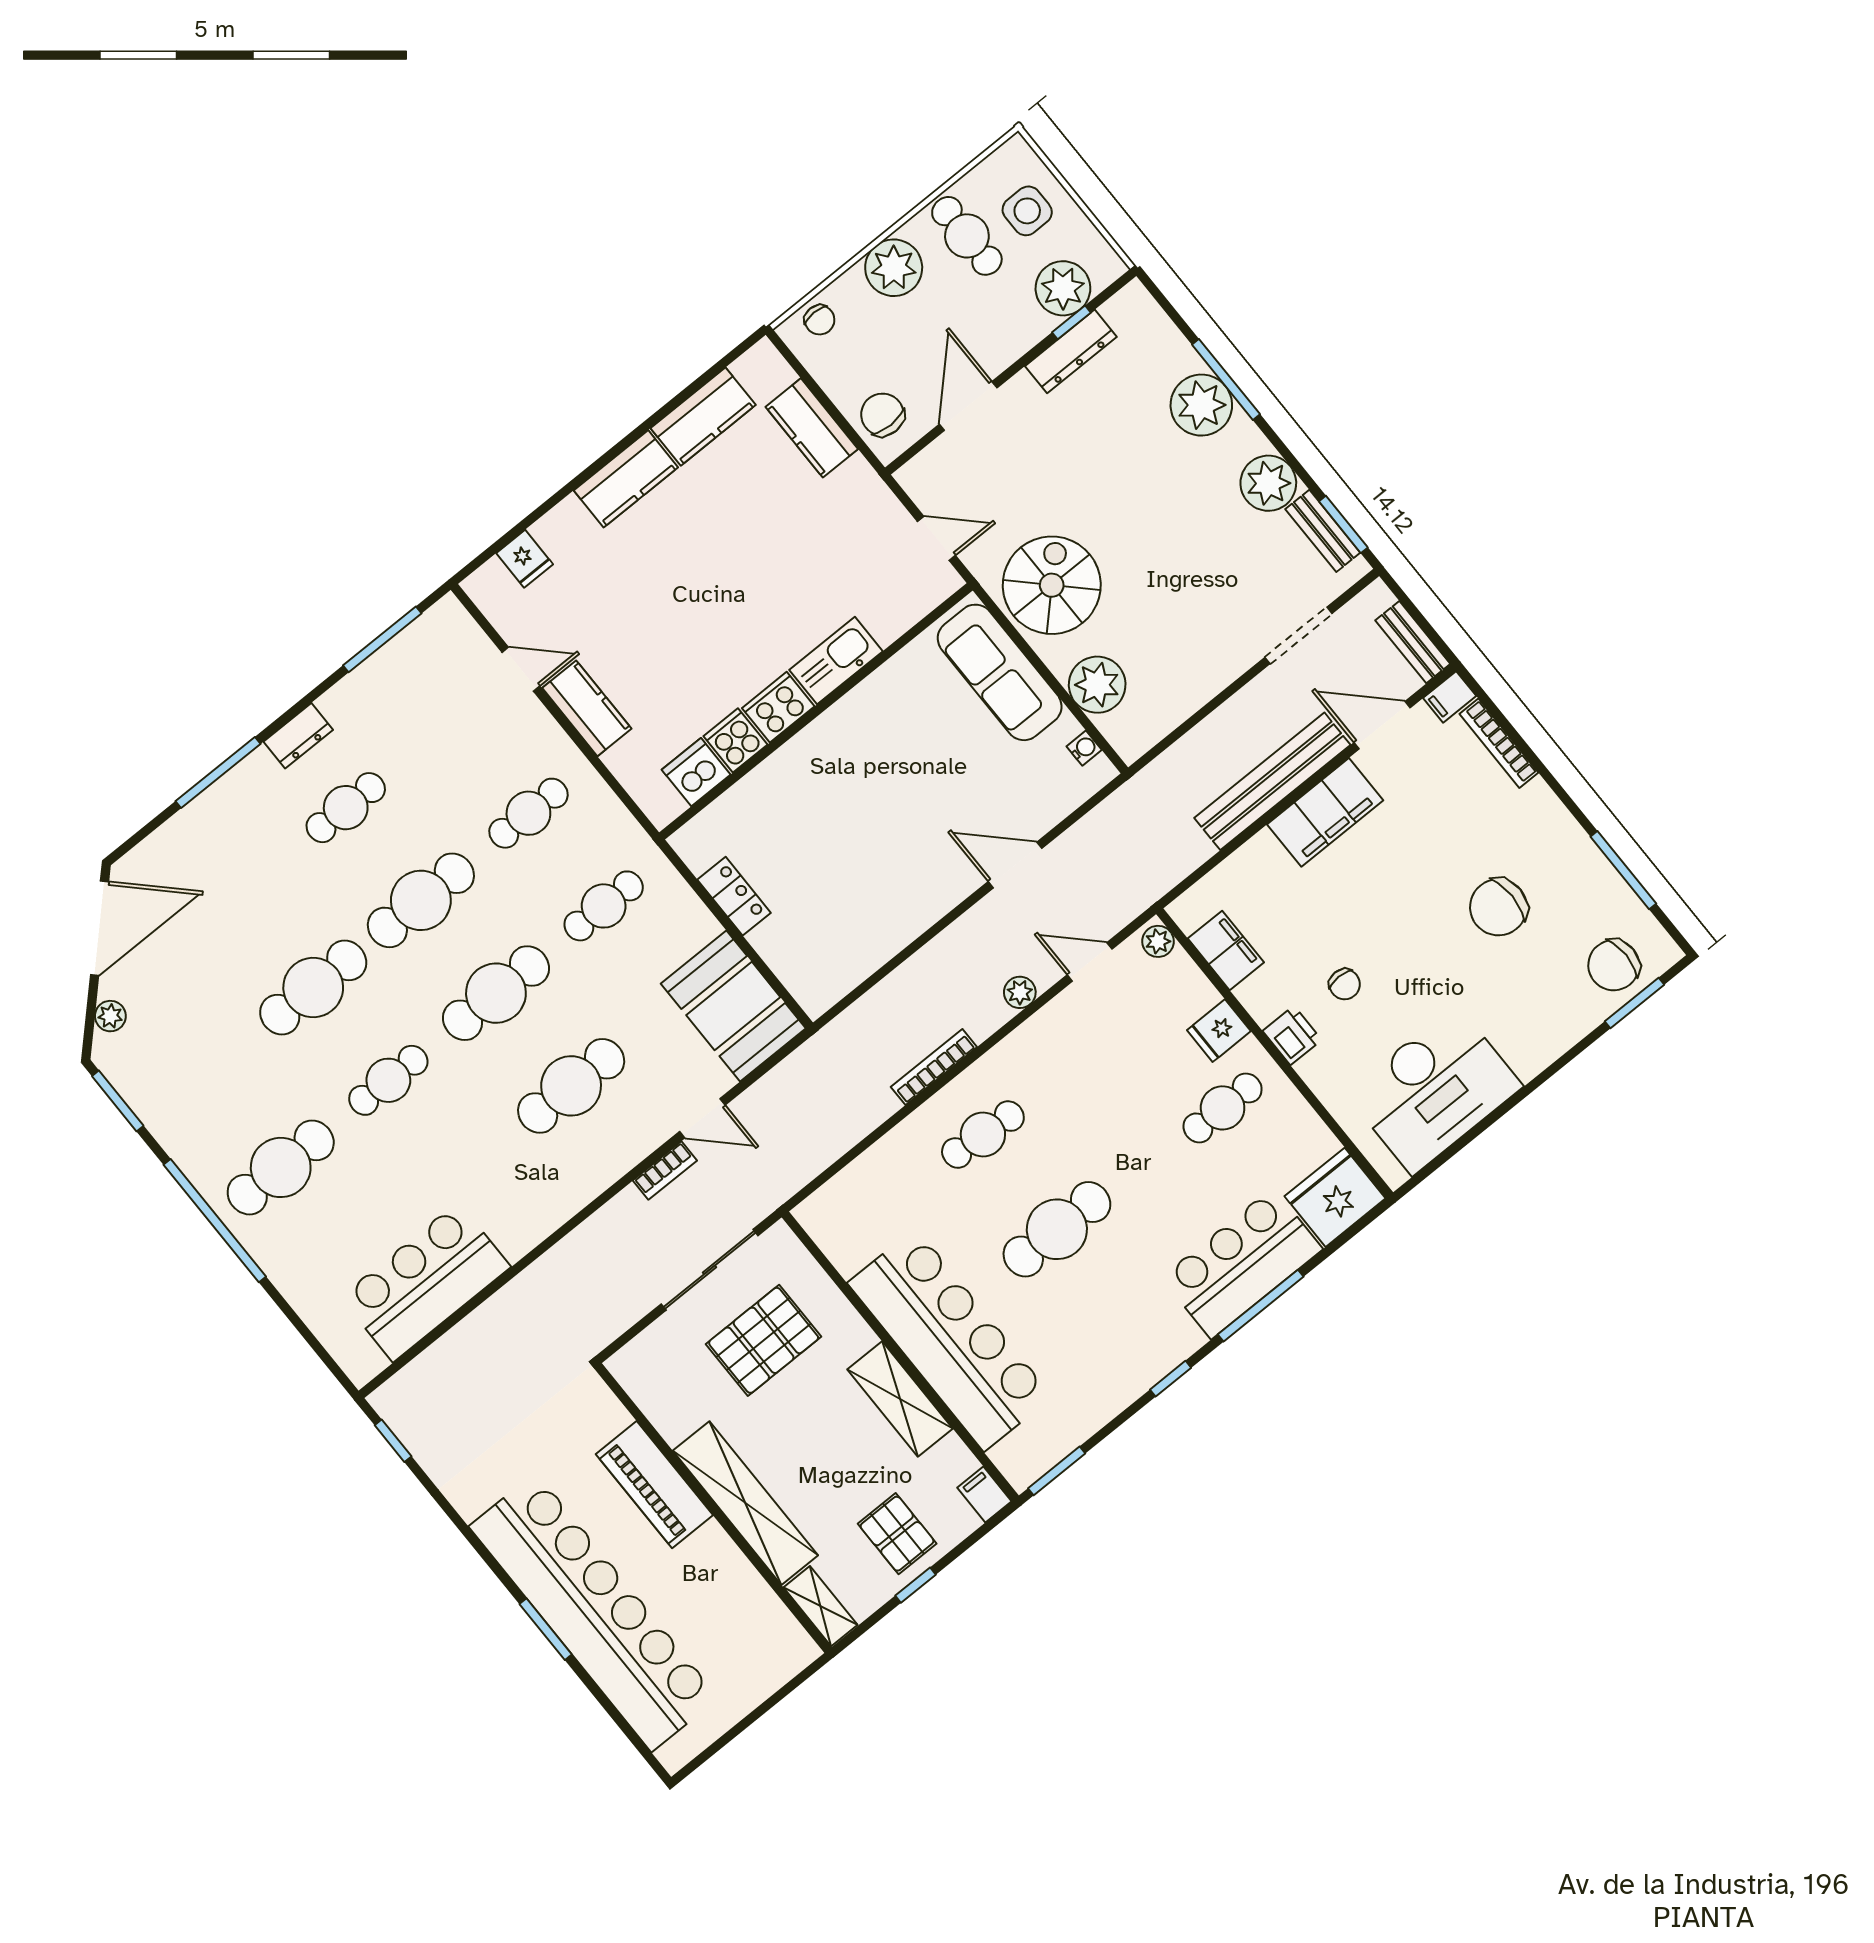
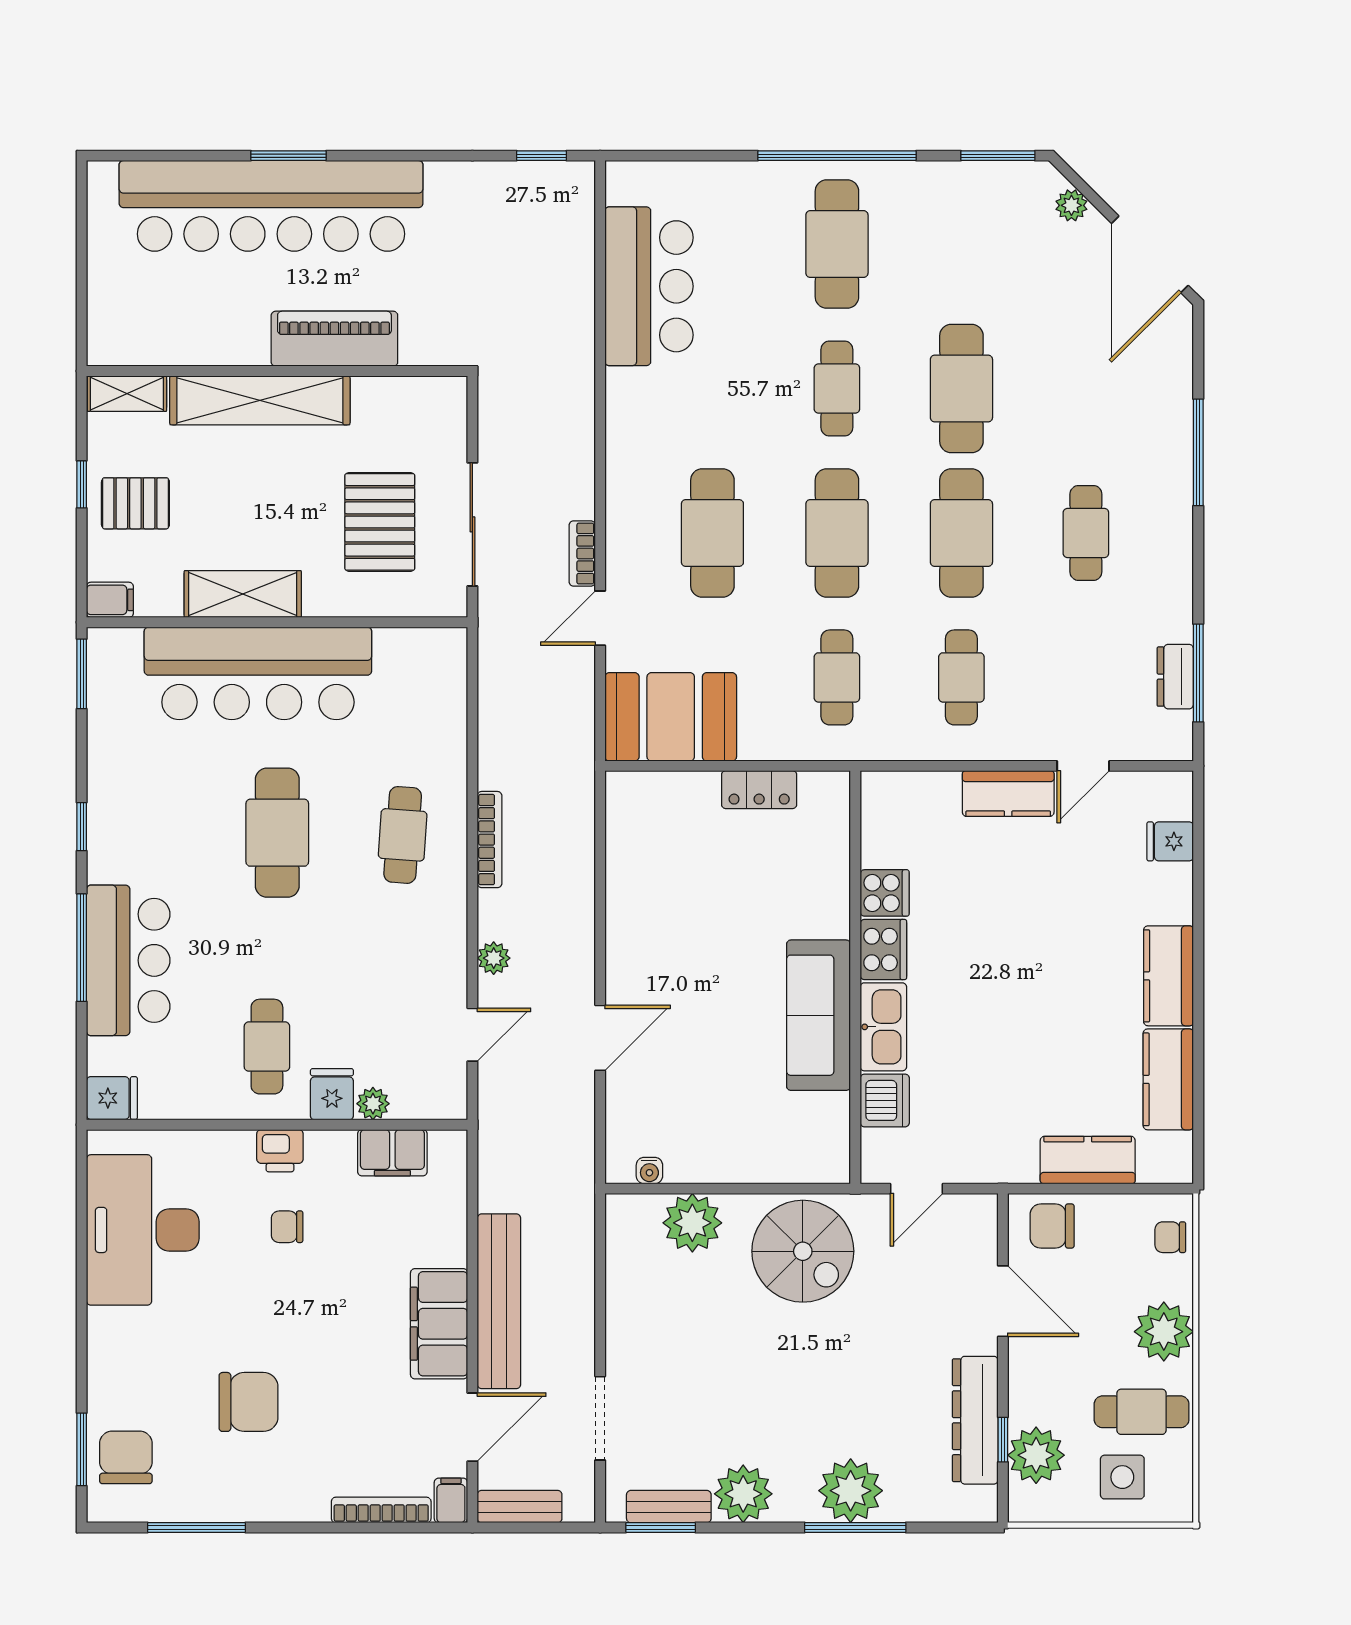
dresser: (1071, 351) -> (975, 1420), width x1.37, depth x1.24
chair: (882, 415) -> (1052, 1226), turned 180
sofa: (1000, 672) -> (819, 1015), moved, turned -90
dresser: (298, 736) -> (1175, 677), moved
dishwasher: (696, 772) -> (885, 1100), moved
chair: (1498, 907) -> (249, 1402), turned 90
plant: (1158, 941) -> (373, 1104), moved
fridge: (1335, 1197) -> (112, 1098), width x0.53, depth x0.75

